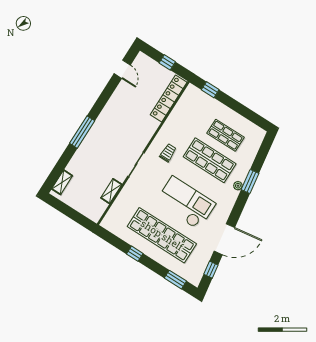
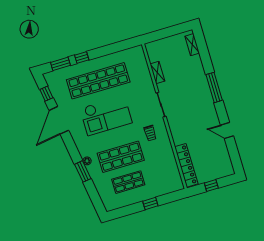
door: (122, 69) -> (227, 130), moved
window: (210, 90) -> (150, 204), moved
window: (135, 254) -> (82, 58), moved

